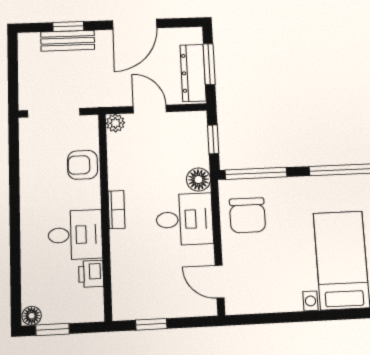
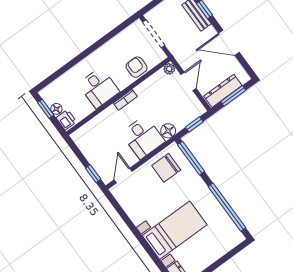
printer: (91, 274) -> (66, 120), moved, turned 90
floor lamp: (32, 316) -> (56, 109), moved
window: (151, 324) -> (93, 174), moved

